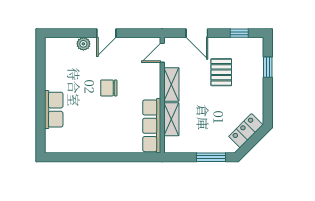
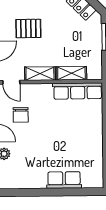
chair: (109, 88) -> (21, 115), moved

